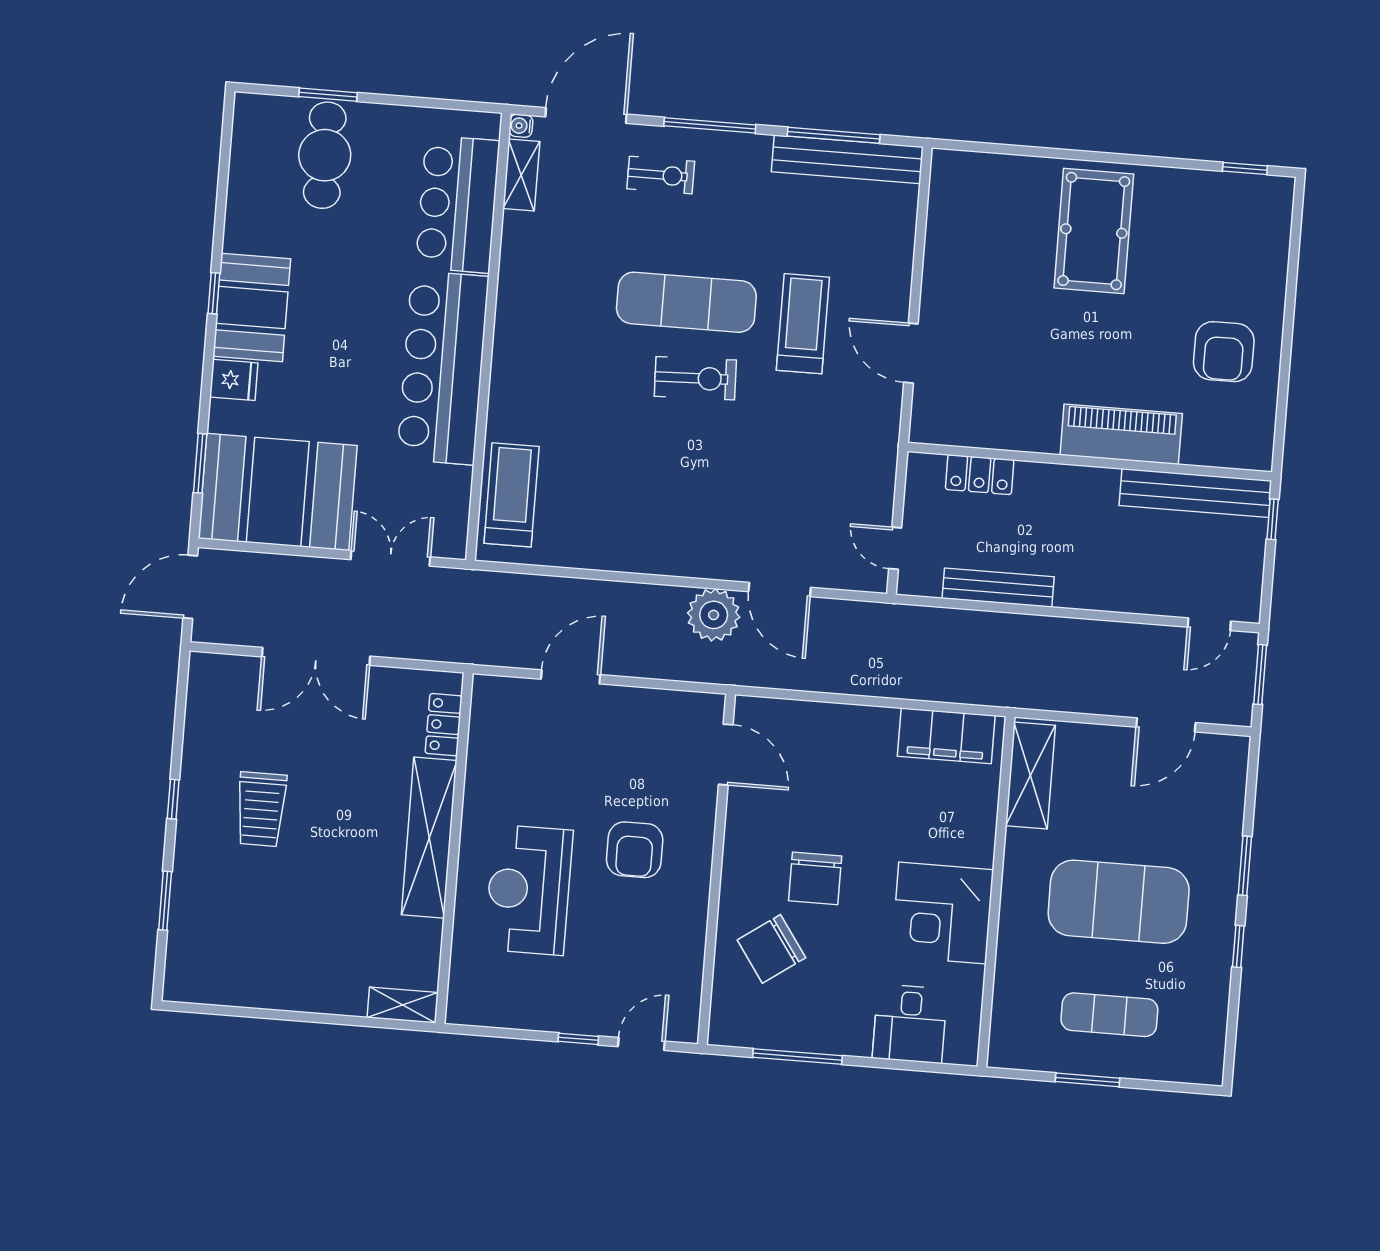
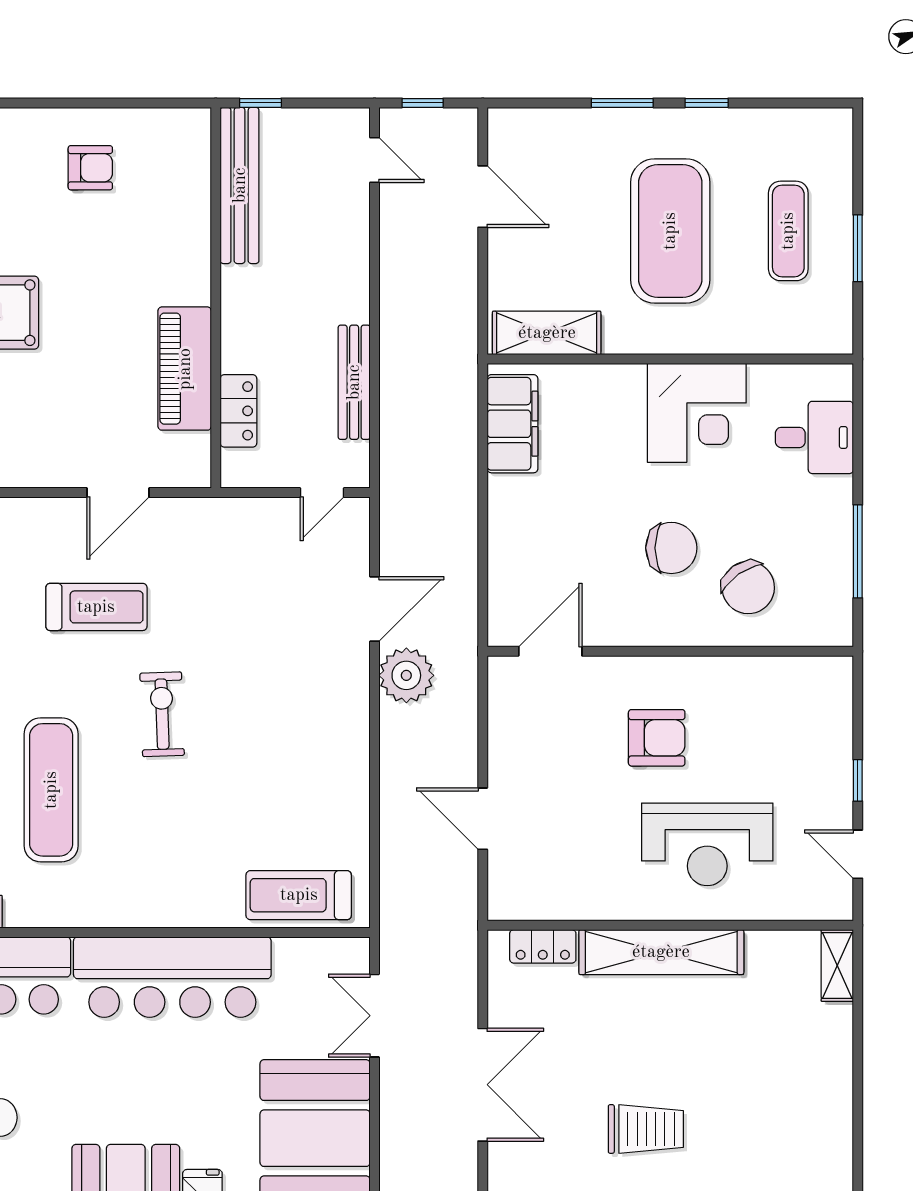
exercise mat: (686, 302) -> (51, 790), moved
treadmill: (803, 324) -> (96, 607), turned 180
armchair: (1224, 352) -> (90, 168), width x0.72, depth x0.72
piano: (1121, 434) -> (185, 369), moved
window: (1260, 675) -> (423, 103), width x0.67
door: (641, 1044) -> (858, 854), moved

